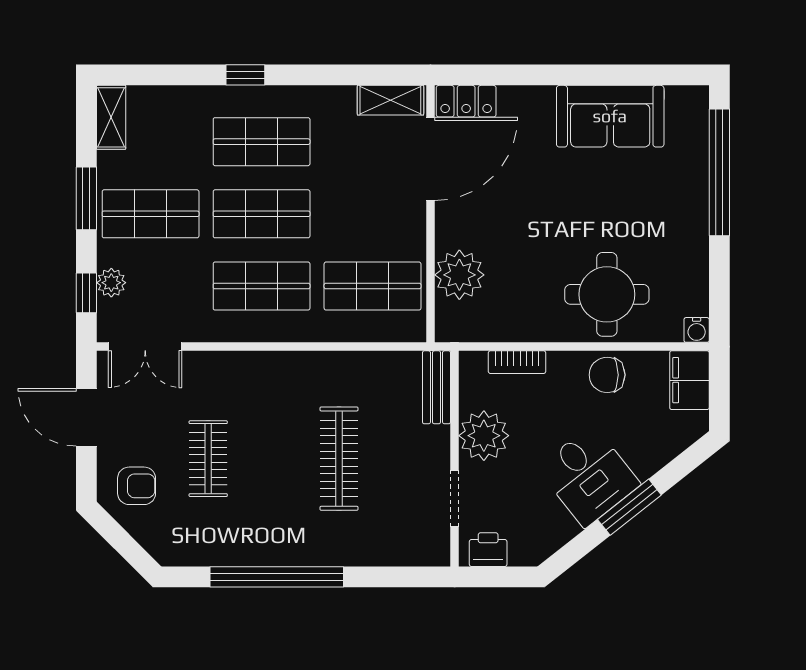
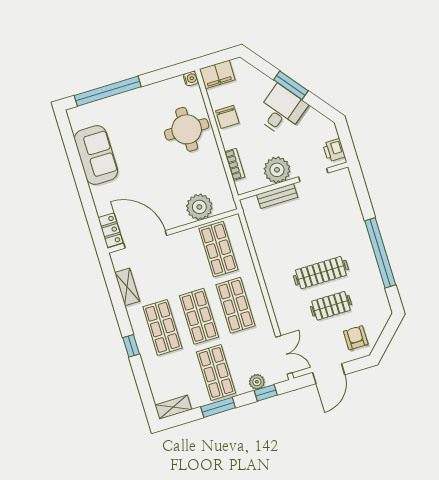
shelving: (390, 100) -> (127, 287), moved
bench: (437, 387) -> (277, 196), moved
clothes rail: (339, 459) -> (321, 273), moved

